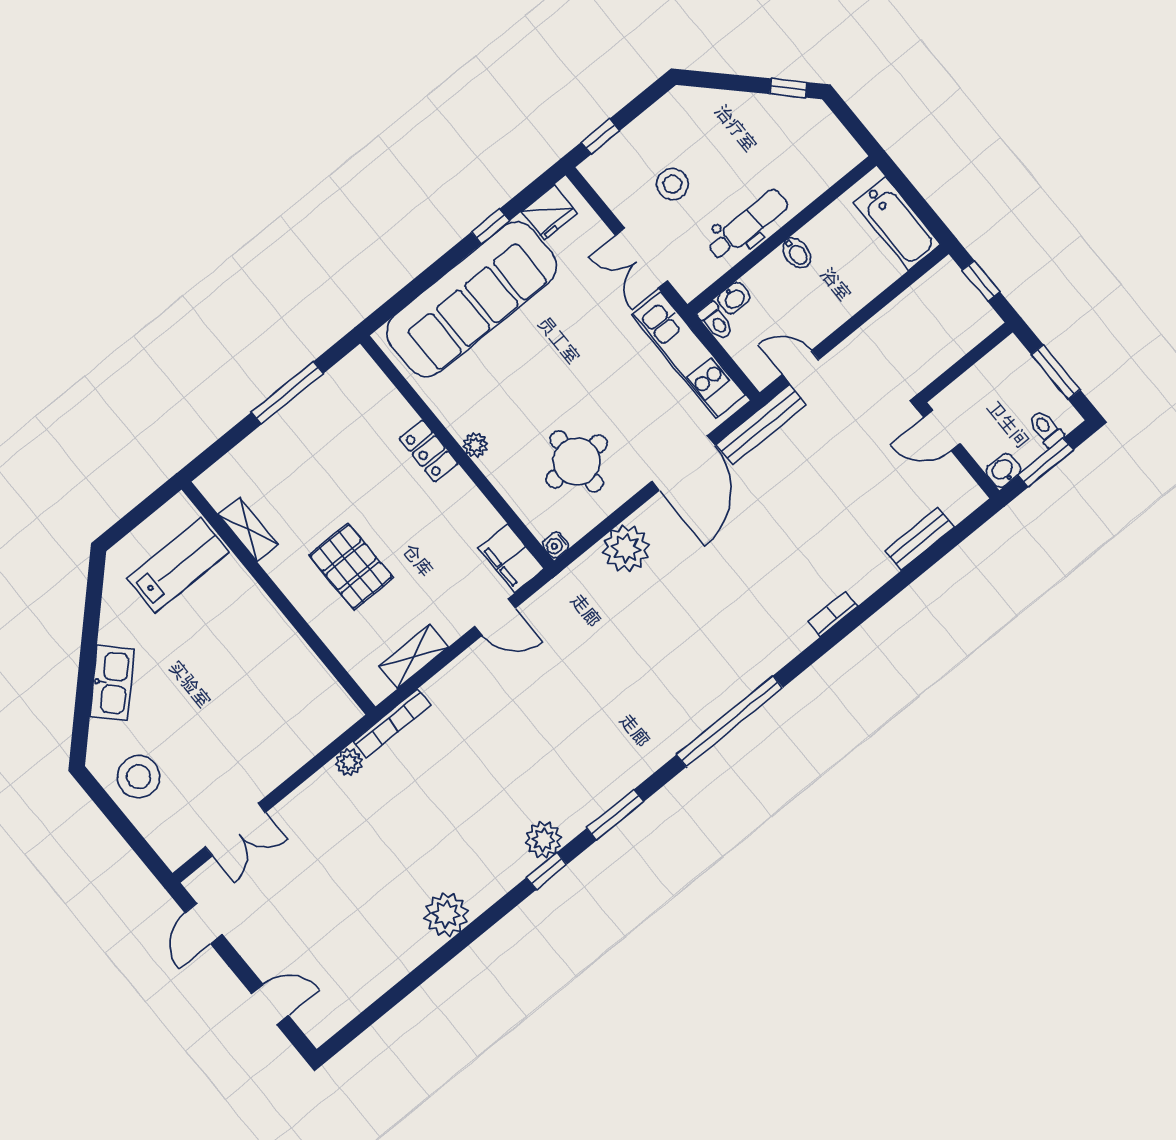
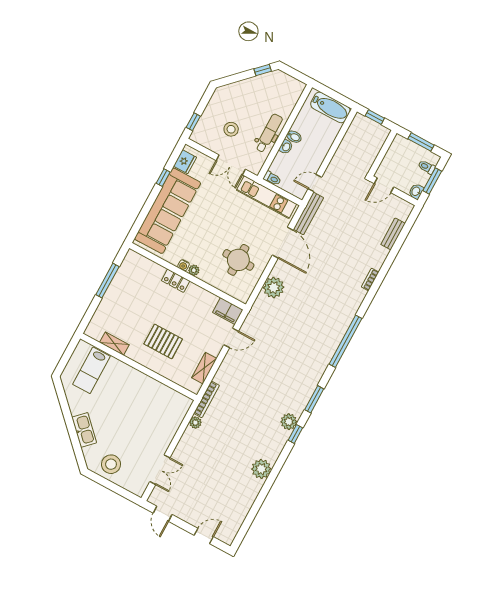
washbasin: (734, 298) -> (286, 147), moved
water cooler: (556, 545) -> (183, 265), moved
lab bench: (178, 565) -> (91, 370), turned 180

